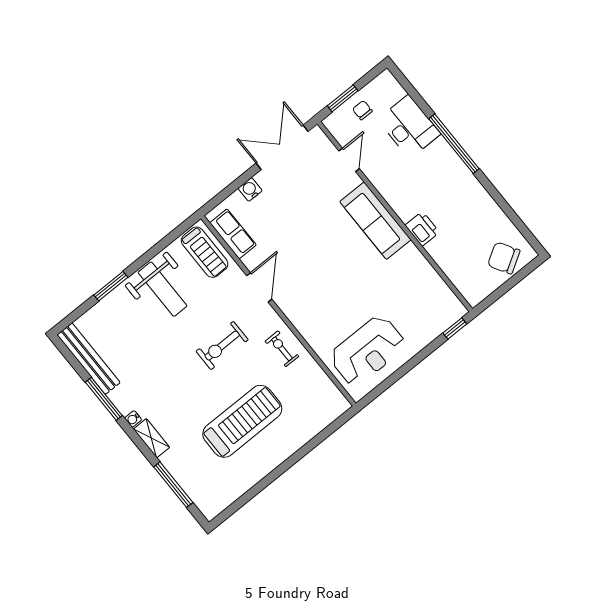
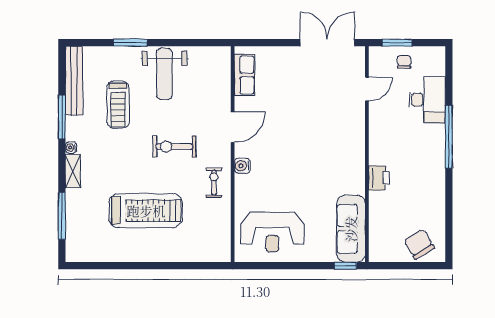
water cooler: (250, 189) -> (242, 166), moved, turned -90
sofa: (375, 221) -> (351, 229), moved
treadmill: (205, 252) -> (118, 105), moved

